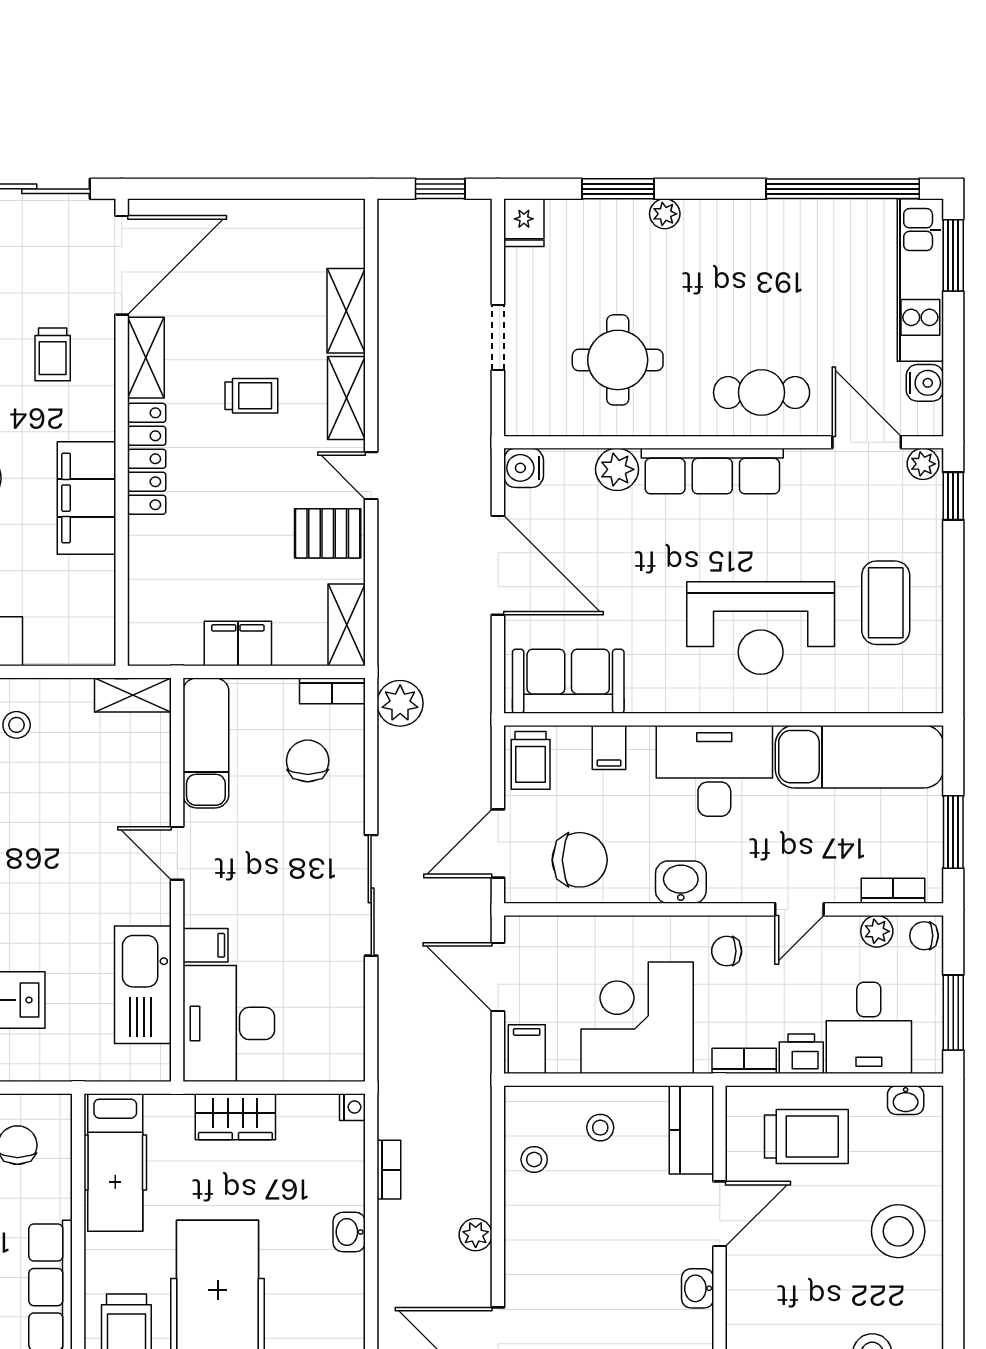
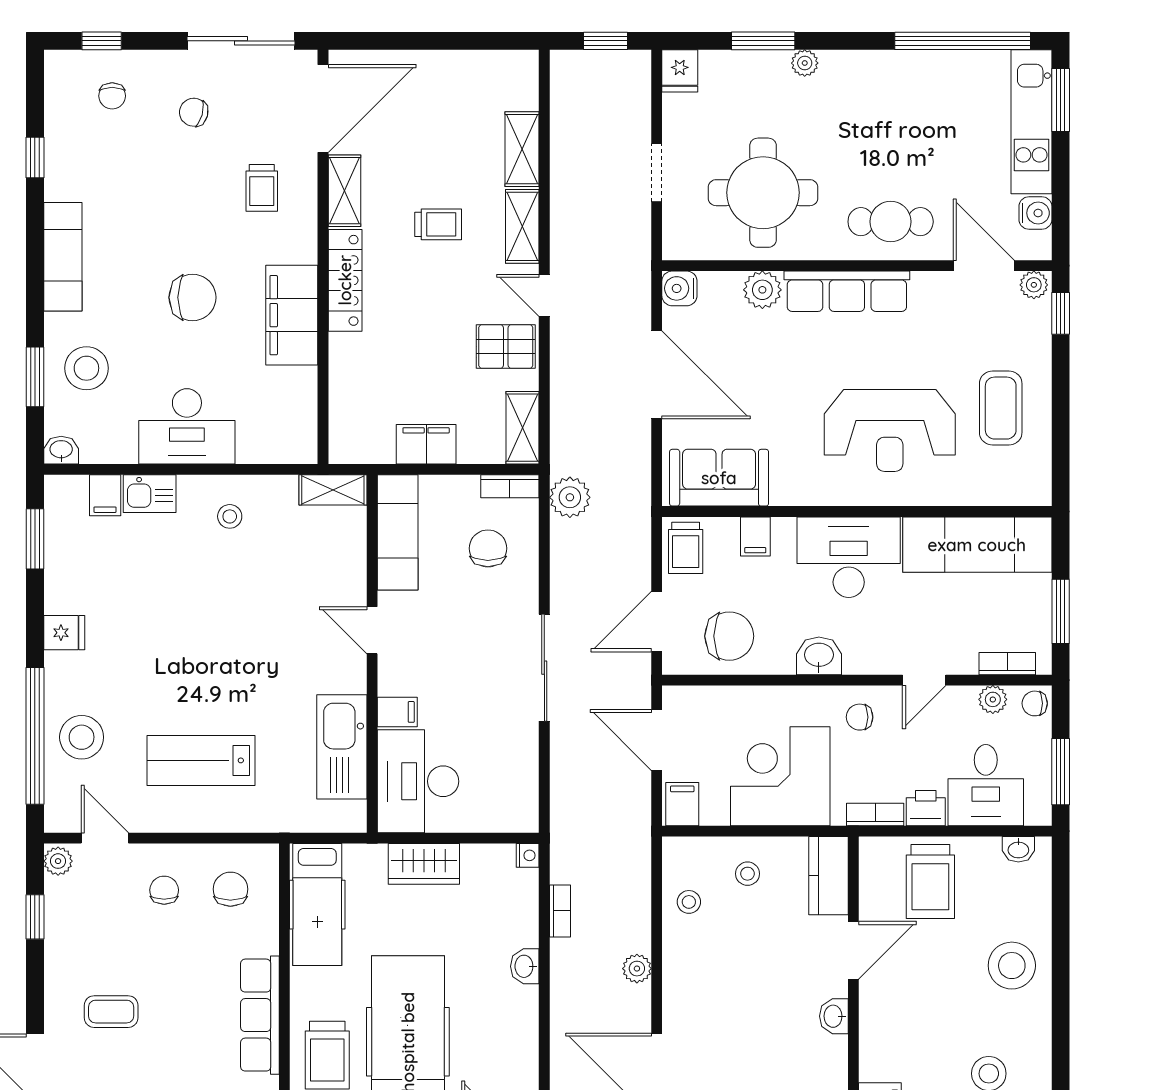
round table: (618, 360) -> (763, 193), width x1.36, depth x1.36
trolley: (806, 1137) -> (930, 882), turned 90

